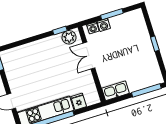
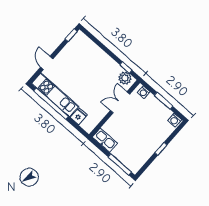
washing machine: (104, 25) -> (175, 120), moved

